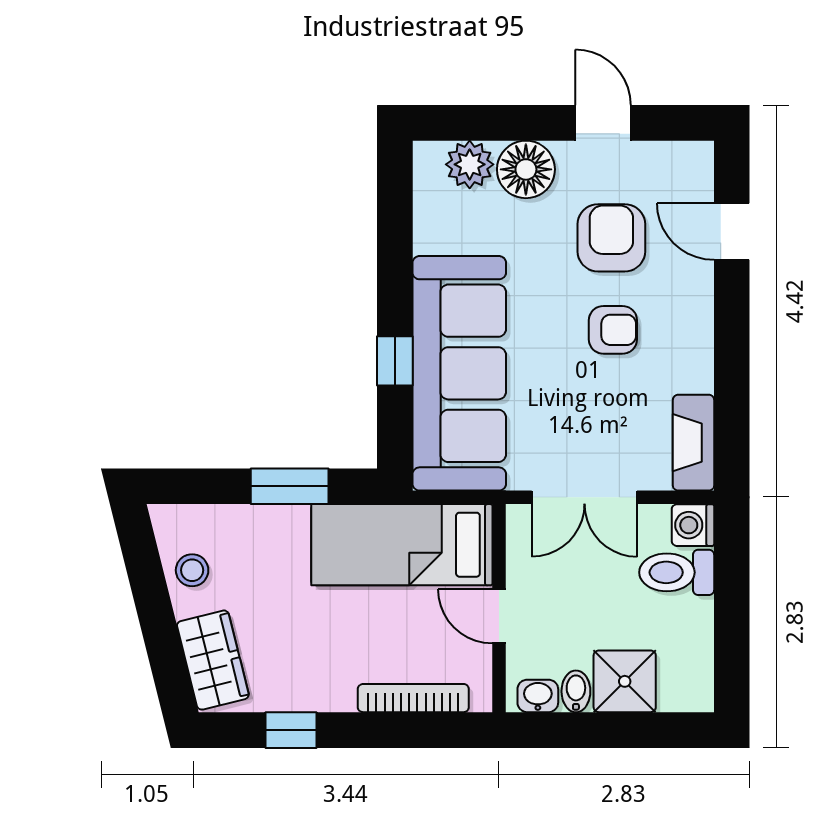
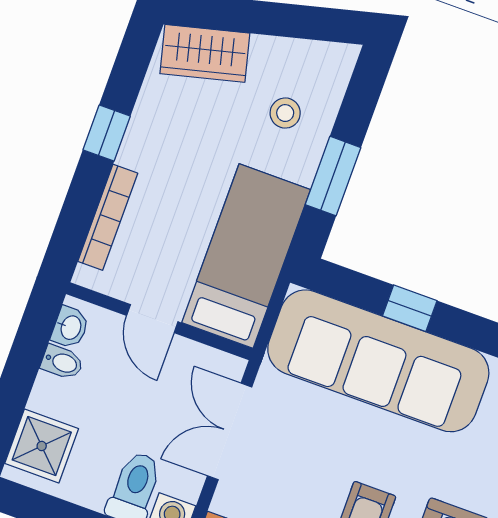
stool: (192, 570) -> (285, 113), moved
door: (499, 616) -> (152, 319), swing flipped
shower: (625, 681) -> (42, 446), moved
window: (291, 730) -> (107, 133), moved

